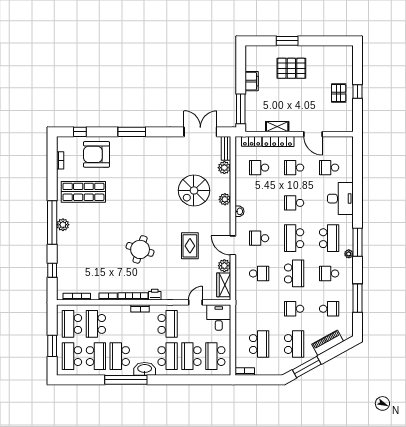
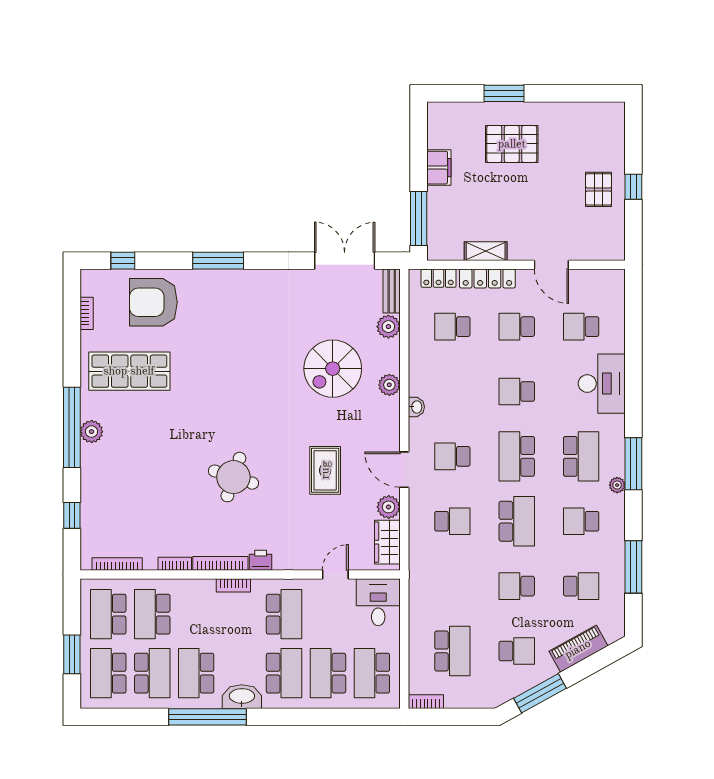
school desk: (294, 344) -> (517, 651), width x0.54

